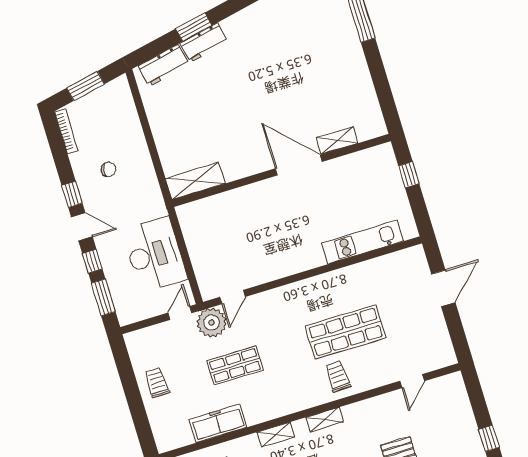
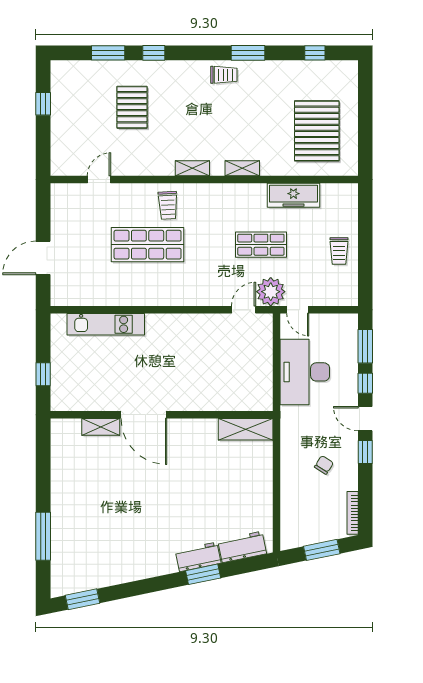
chair: (108, 169) -> (324, 465), turned 112
door: (180, 313) -> (298, 310), hinge flipped

